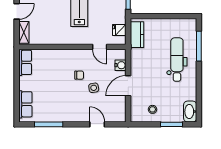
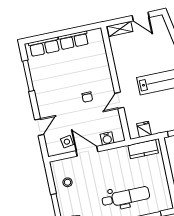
door: (100, 47) -> (119, 100), moved
row of seats: (25, 62) -> (74, 40), moved
side table: (94, 88) -> (67, 142), moved

